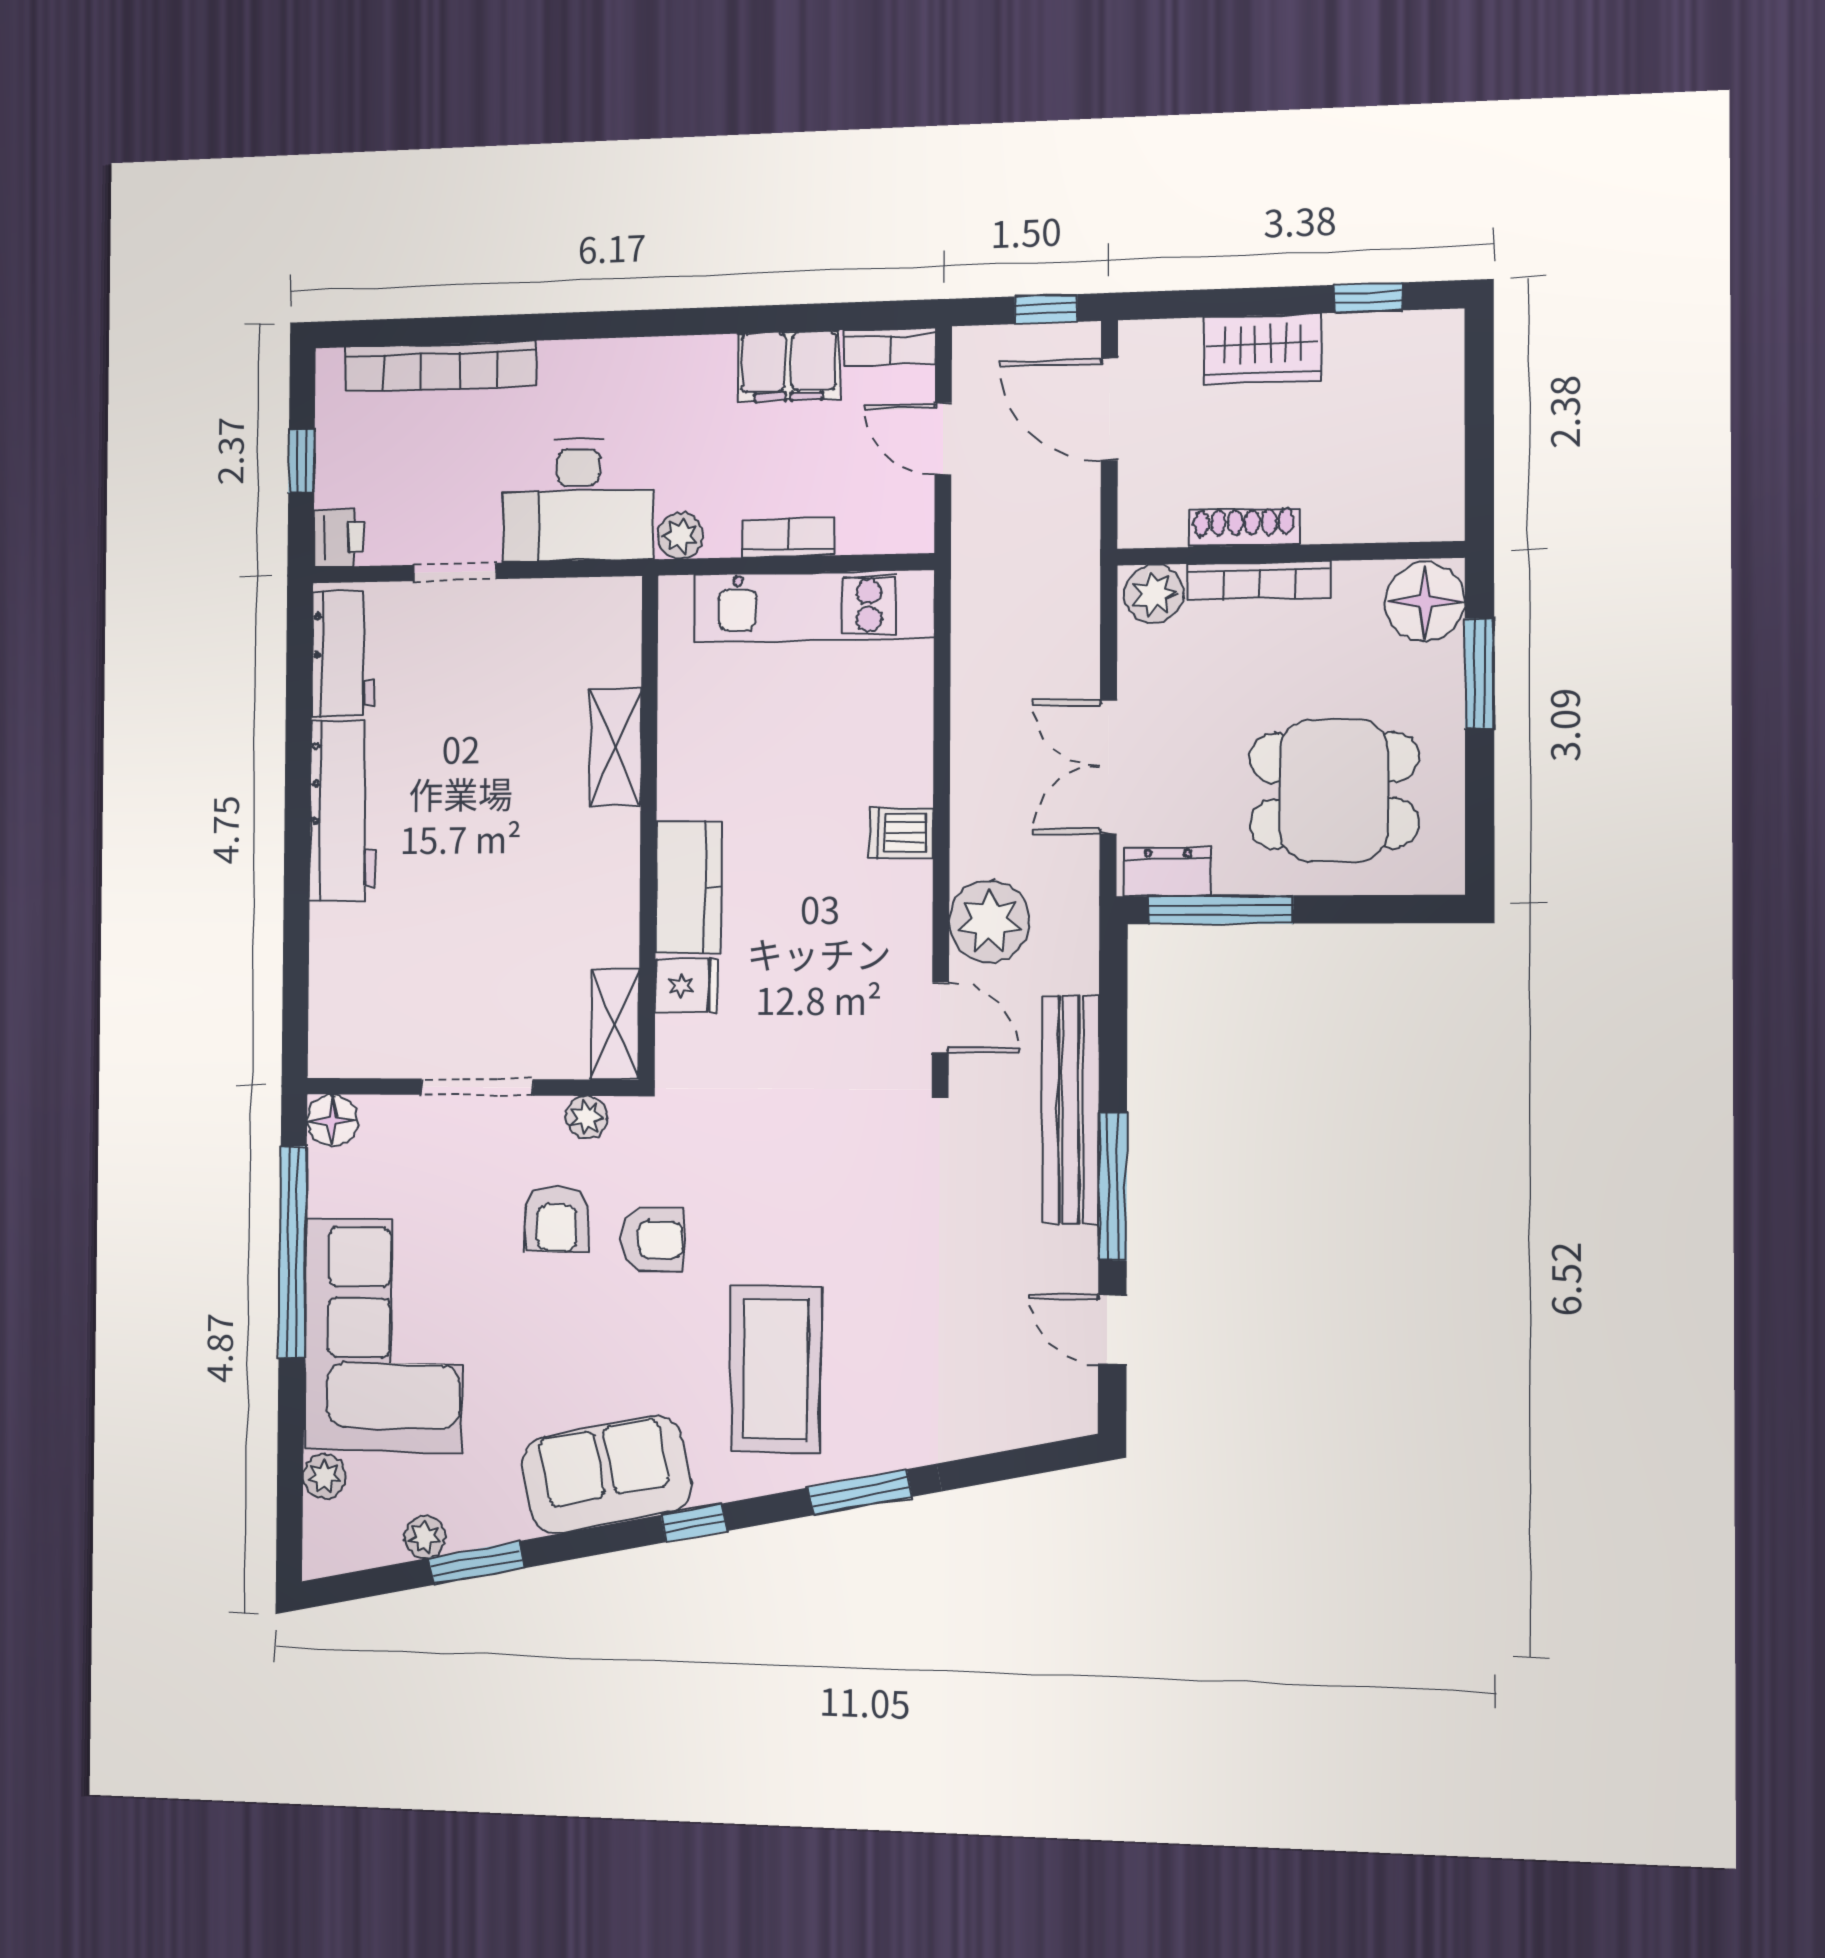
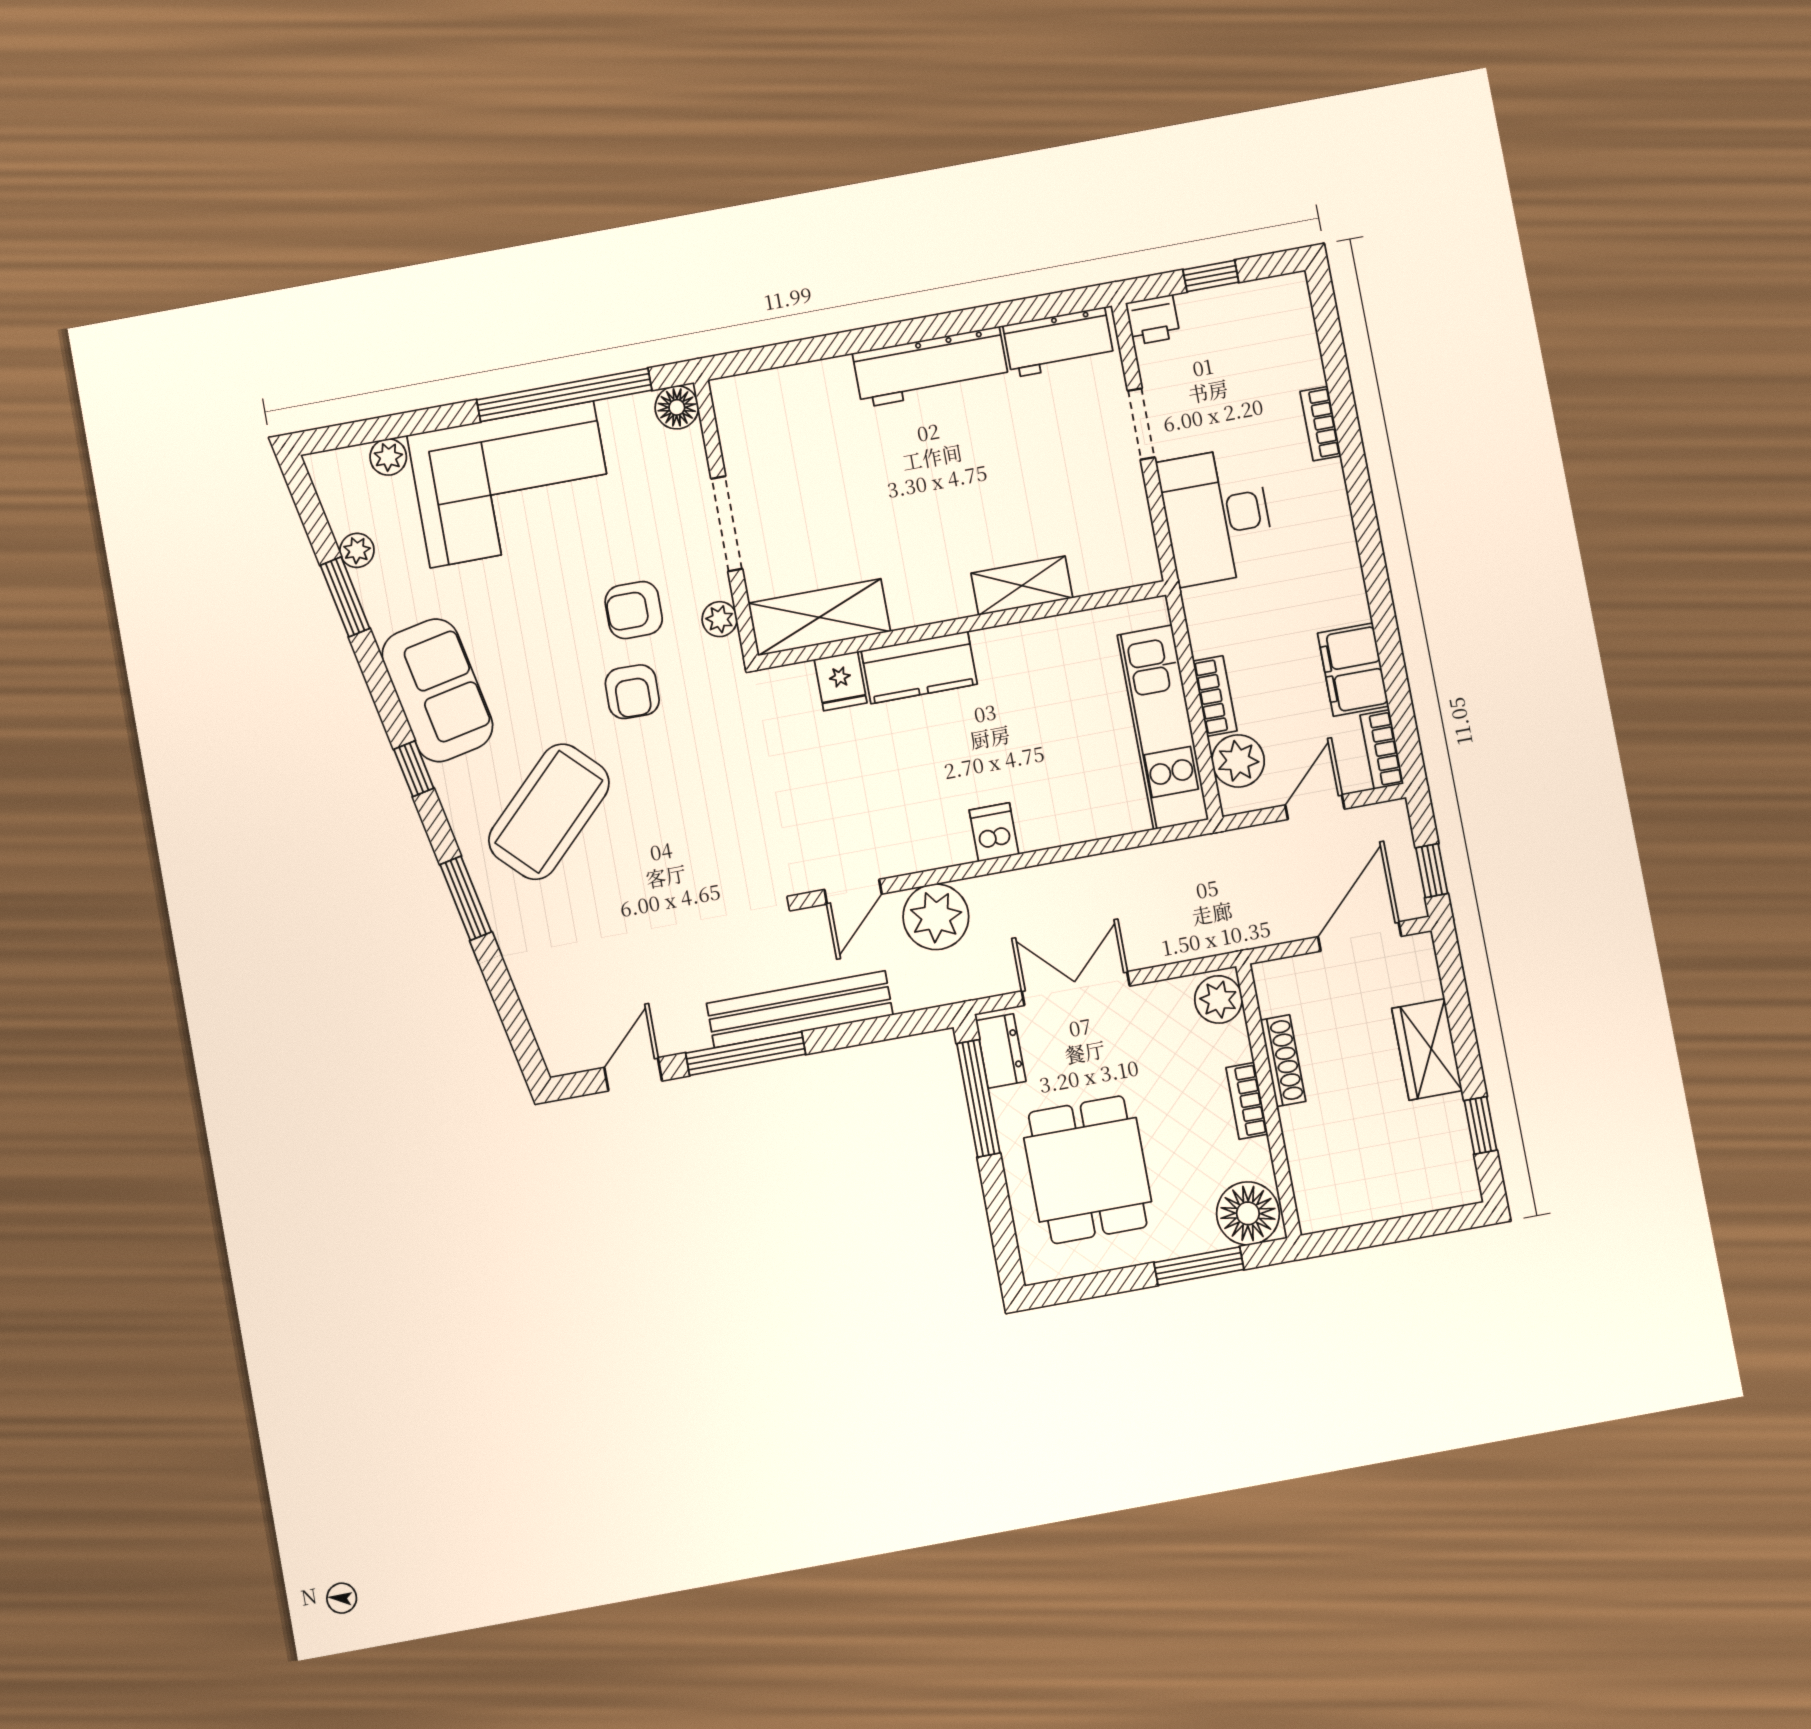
bookcase: (440, 366) -> (1321, 424), width x0.43, depth x0.76
plant: (680, 536) -> (1238, 761), moved, width x1.38, depth x1.38
bookcase: (1259, 581) -> (1247, 1101), width x0.64
shelving: (615, 1024) -> (819, 617), width x1.50, depth x1.33
coffee table: (775, 1369) -> (549, 812), turned -45

